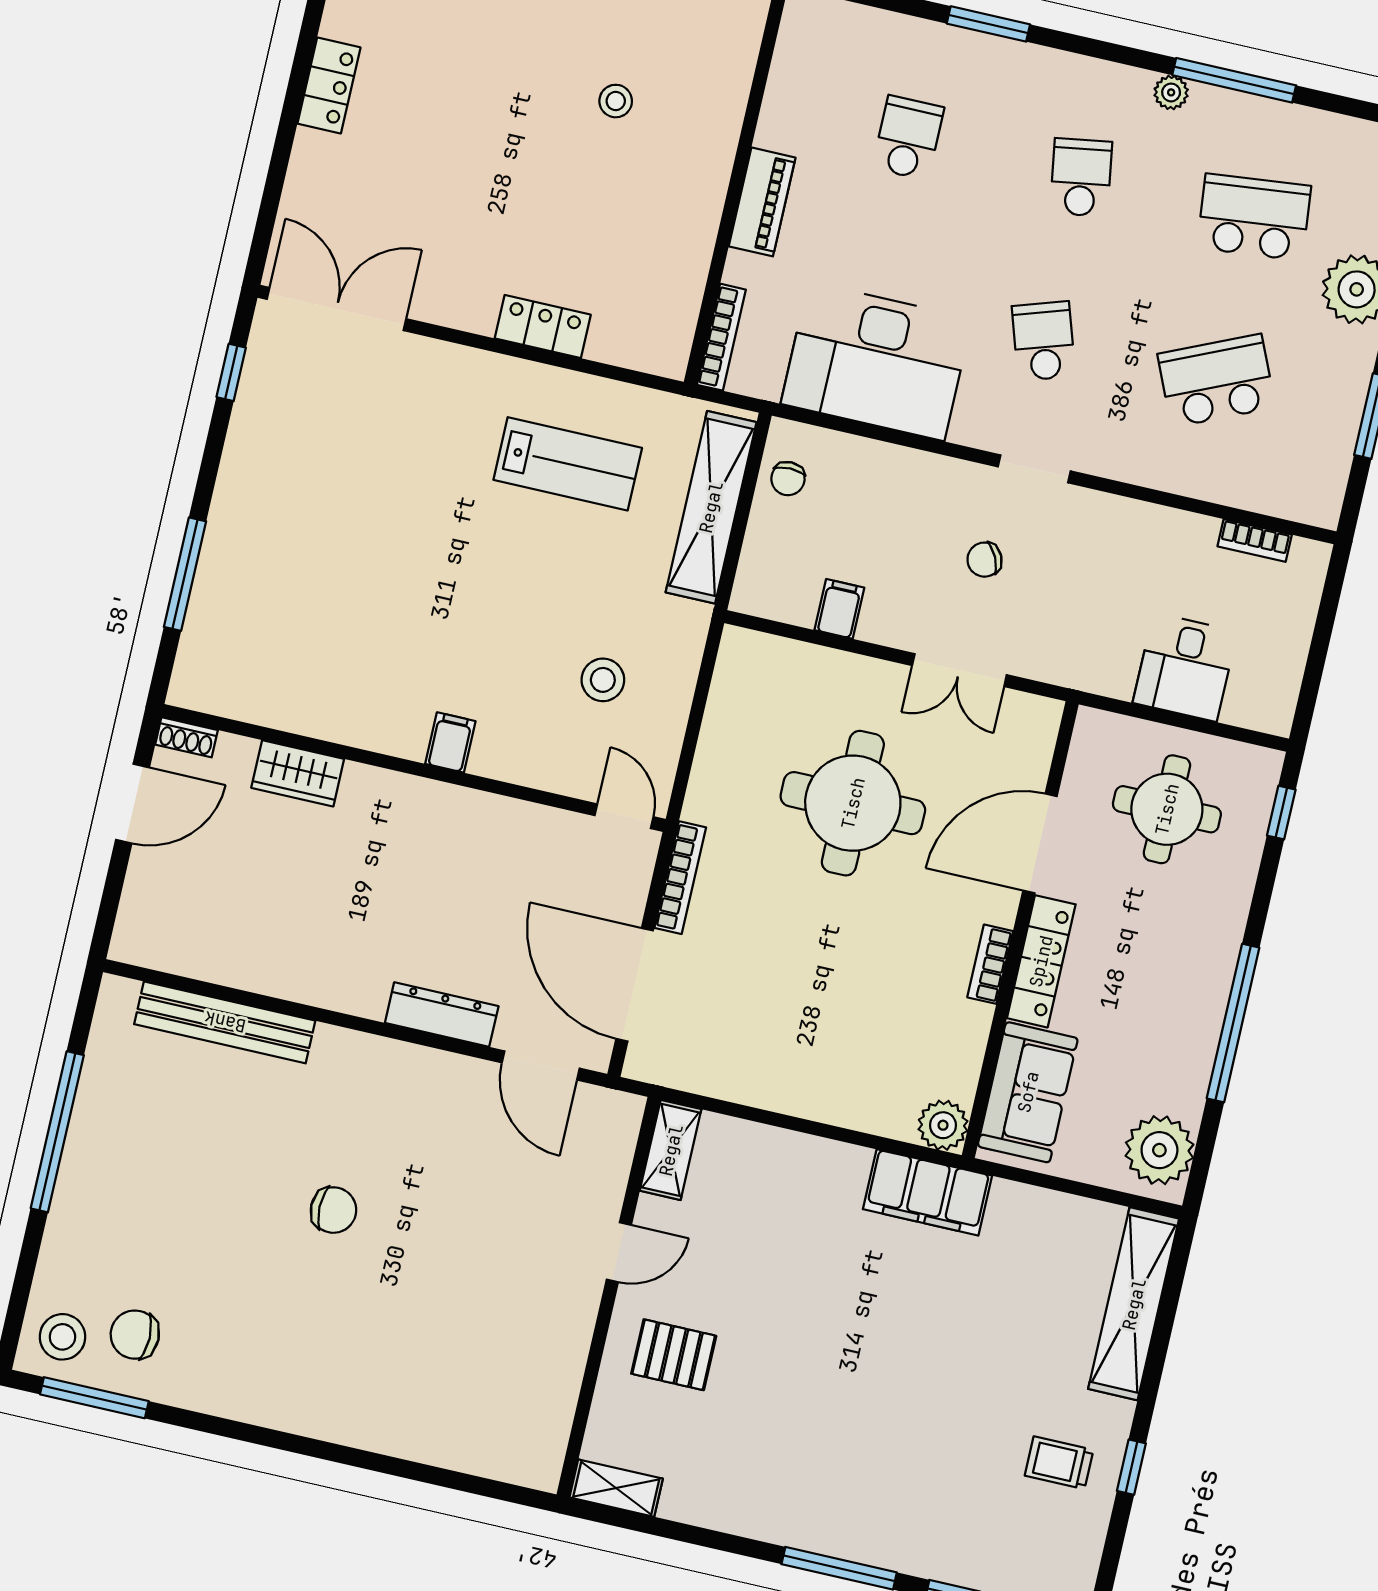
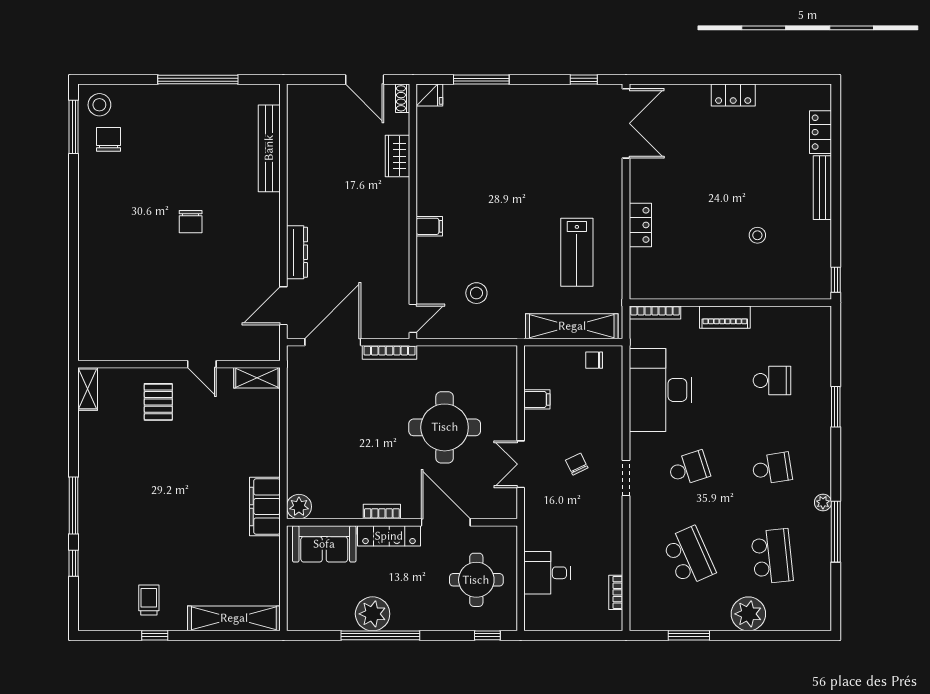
fridge: (192, 683) -> (429, 95), added
plant: (1159, 1150) -> (373, 614), moved

